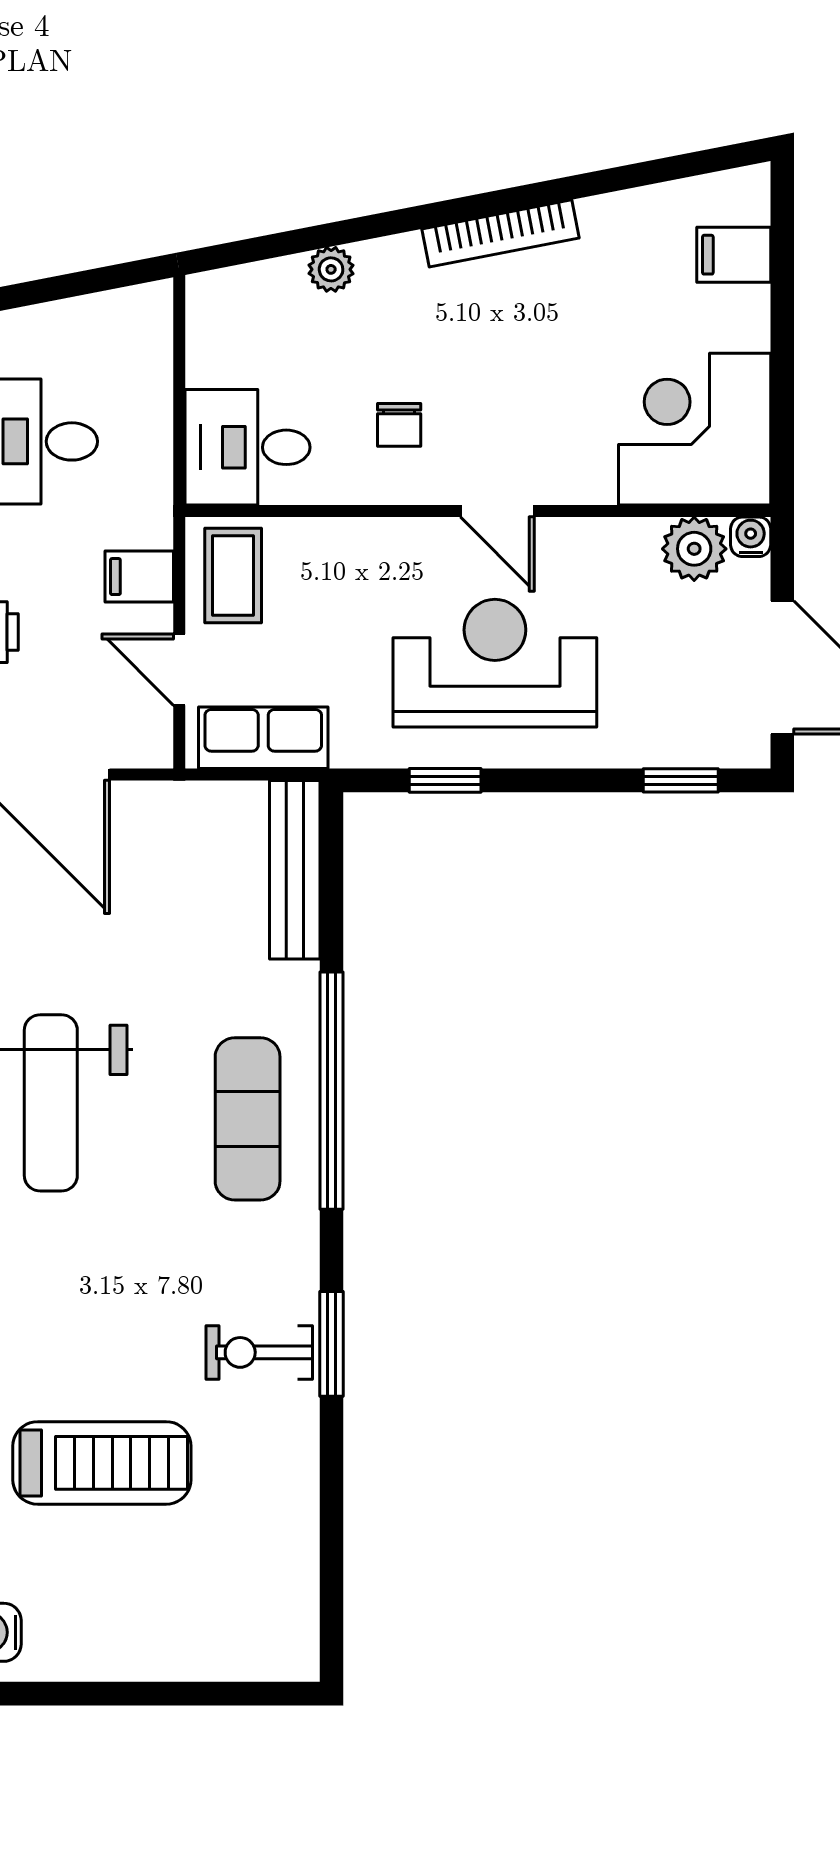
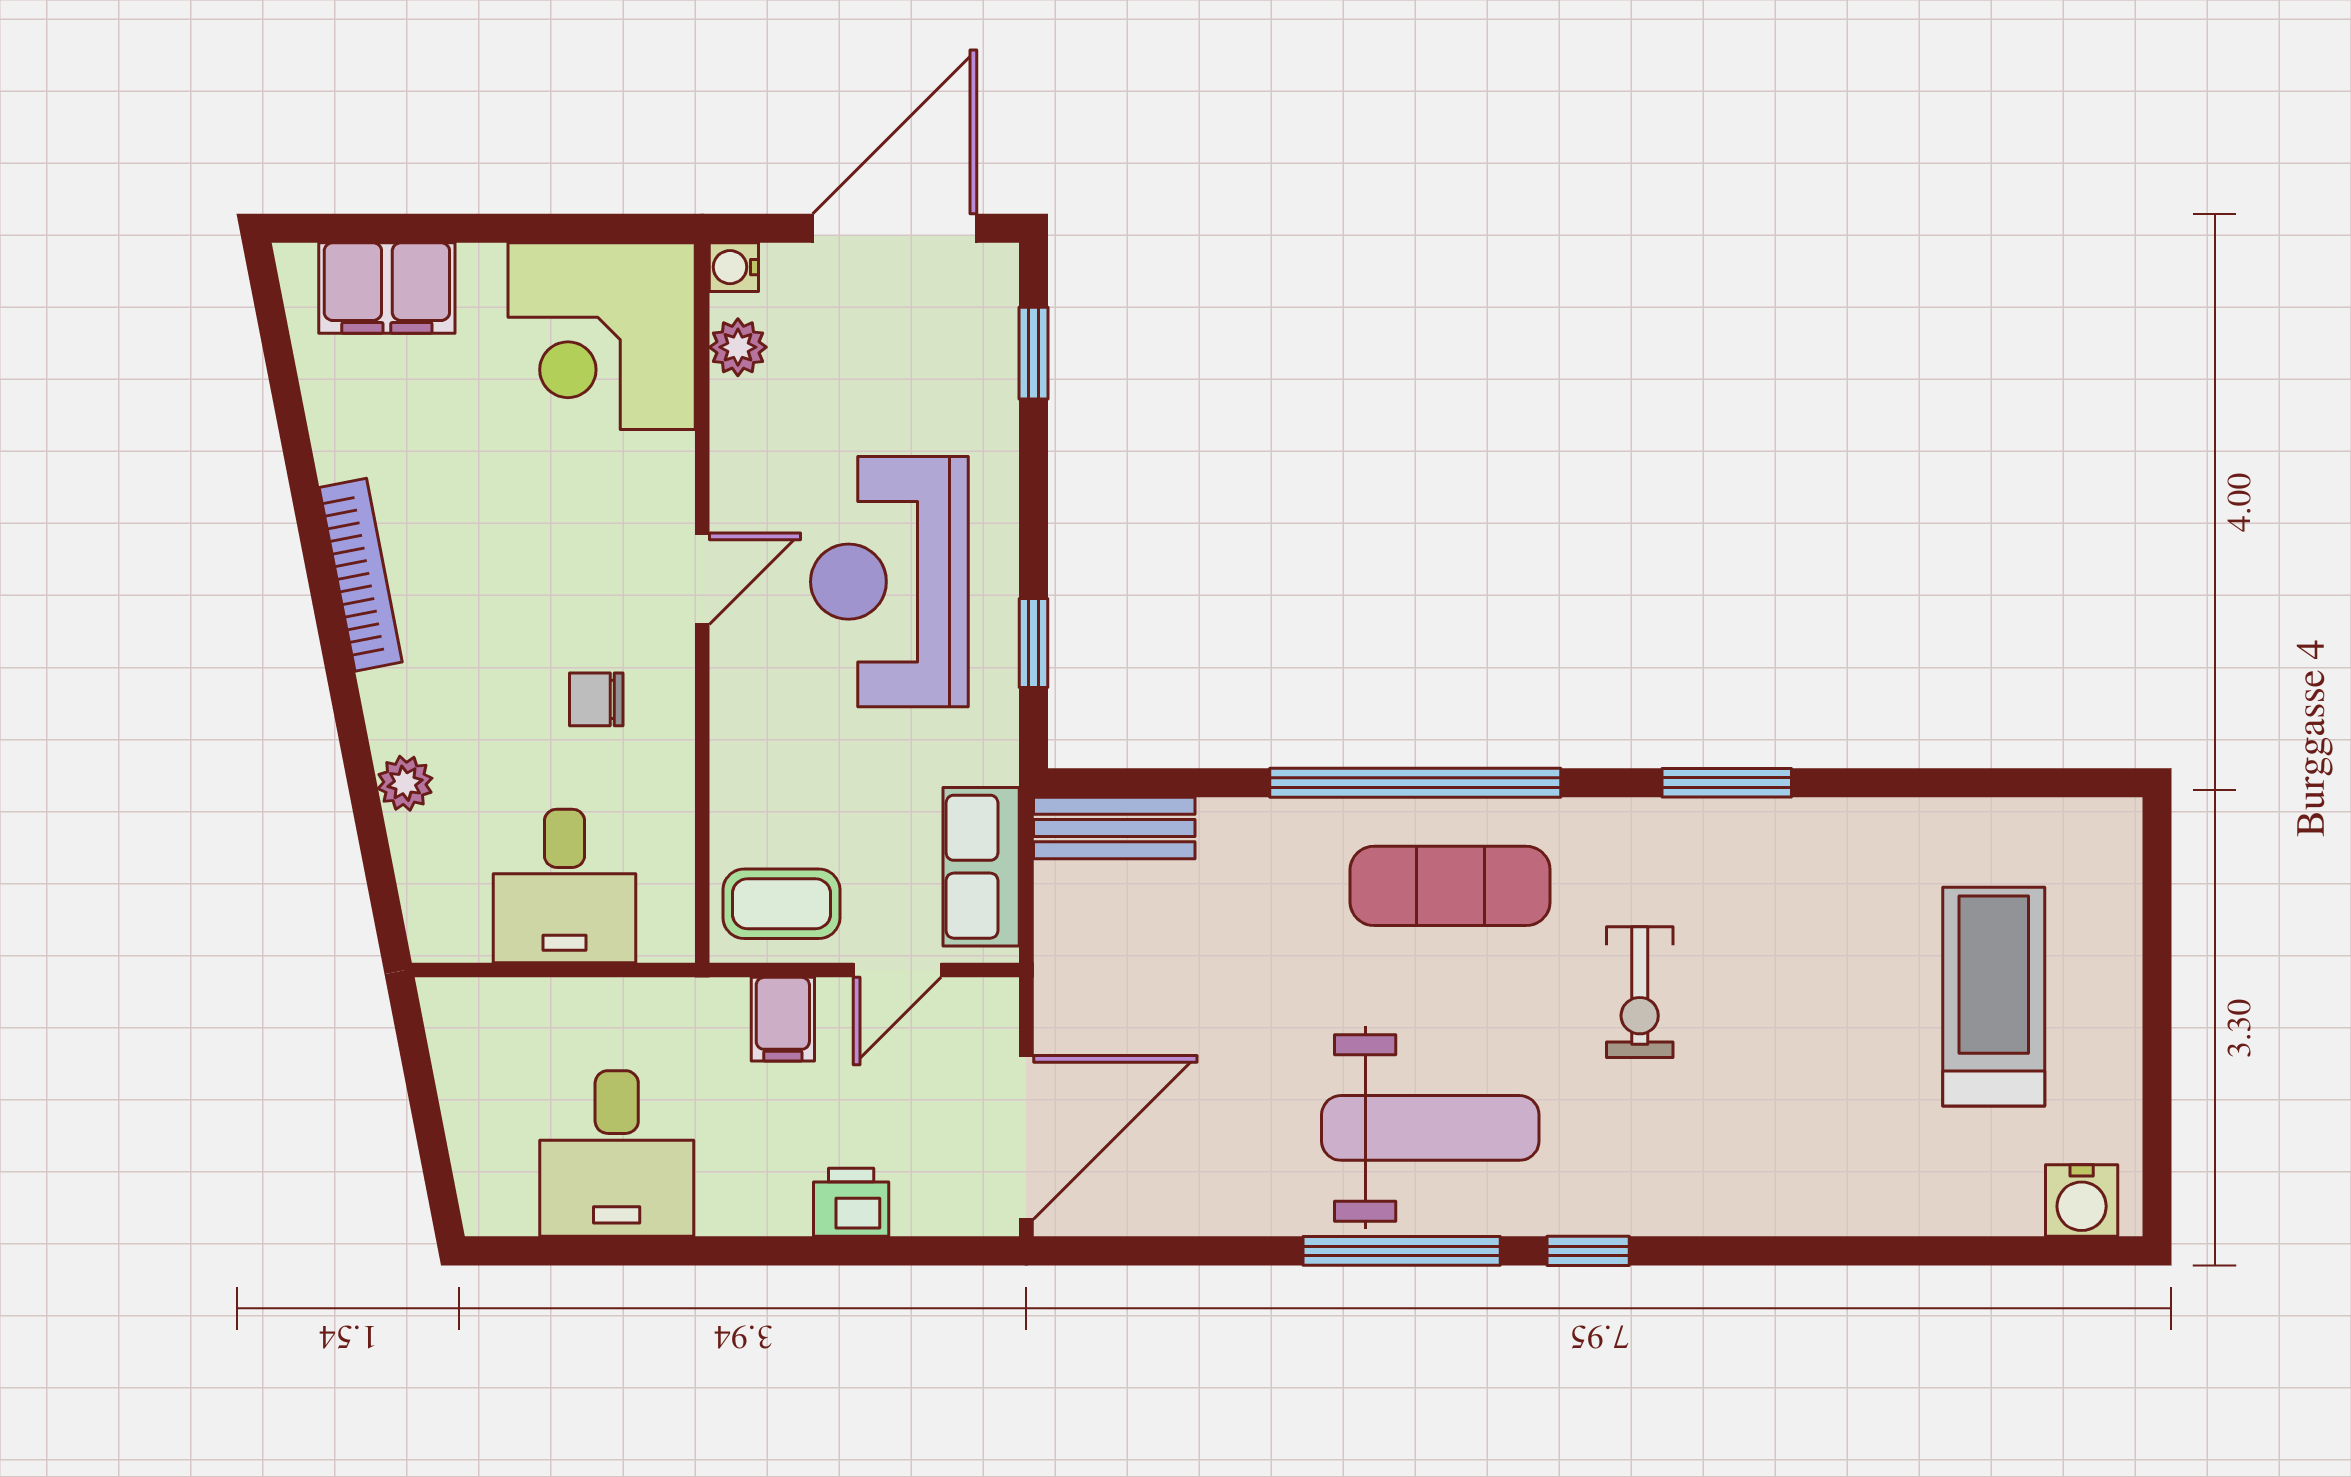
filing cabinet: (734, 255) -> (387, 288), width x2.00
chair: (399, 425) -> (596, 699), turned 180
desk: (248, 447) -> (565, 886), moved
plant: (694, 549) -> (738, 347), width x0.73, depth x0.73
bench: (295, 870) -> (1114, 828), width x0.73
exercise bike: (259, 1352) -> (1640, 992), moved
treadmill: (102, 1463) -> (1994, 997), moved

